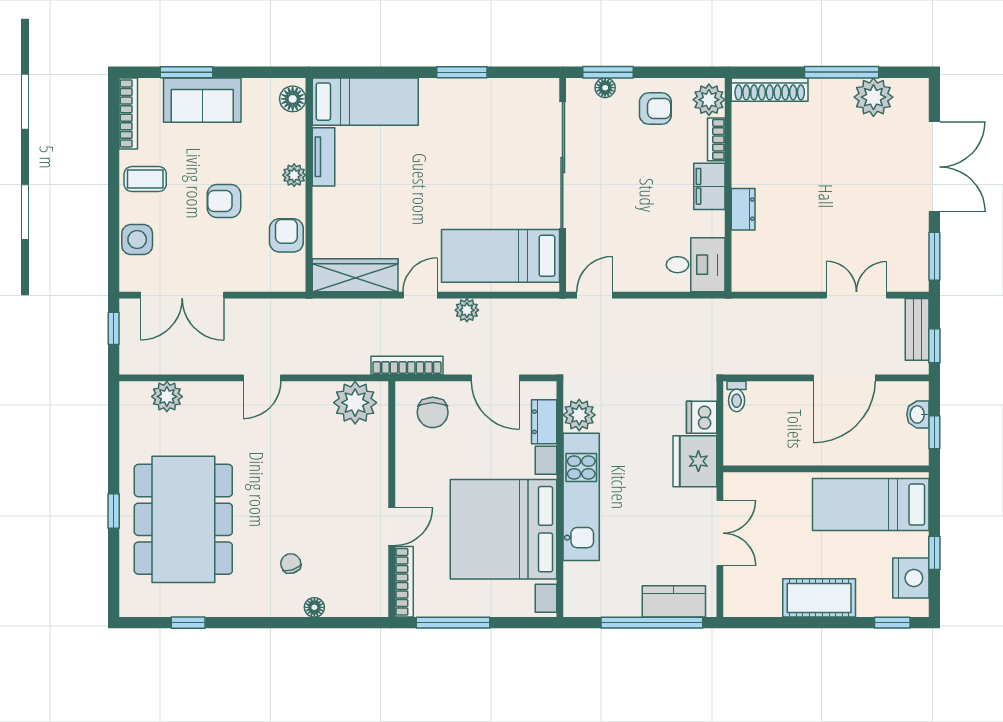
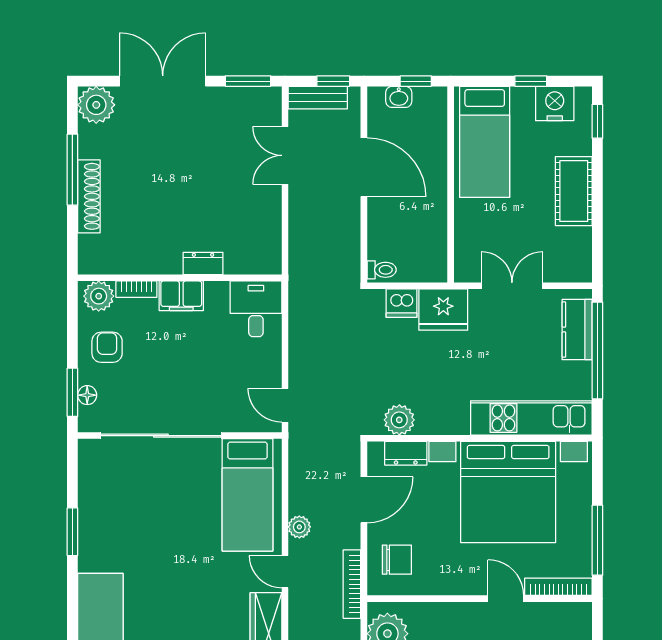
shoe rack: (770, 90) -> (89, 196), moved
plant: (873, 97) -> (96, 105), moved
kitchen unit: (581, 497) -> (531, 418), moved

